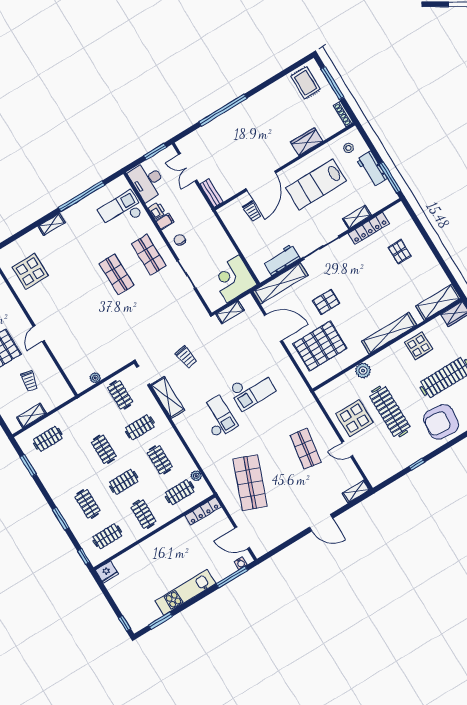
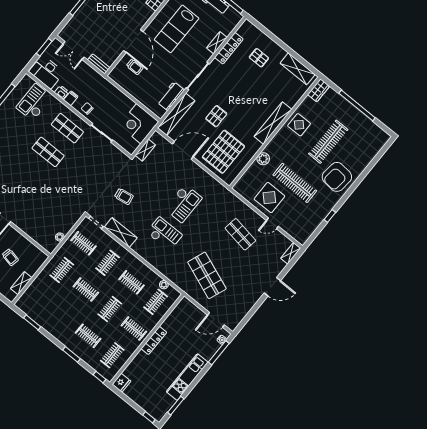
shelving: (438, 302) -> (298, 69), moved, turned 90
clothes rail: (48, 439) -> (62, 270), moved
locker: (203, 511) -> (154, 340), moved

